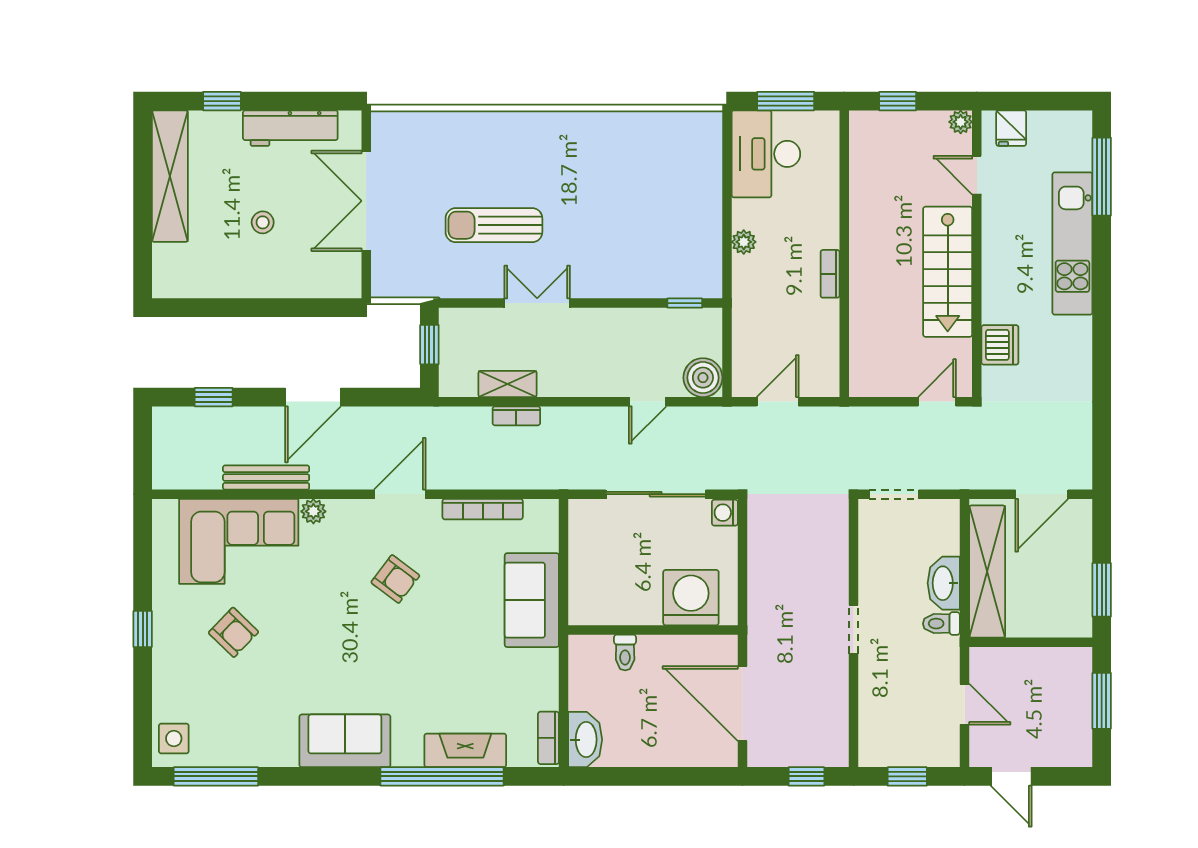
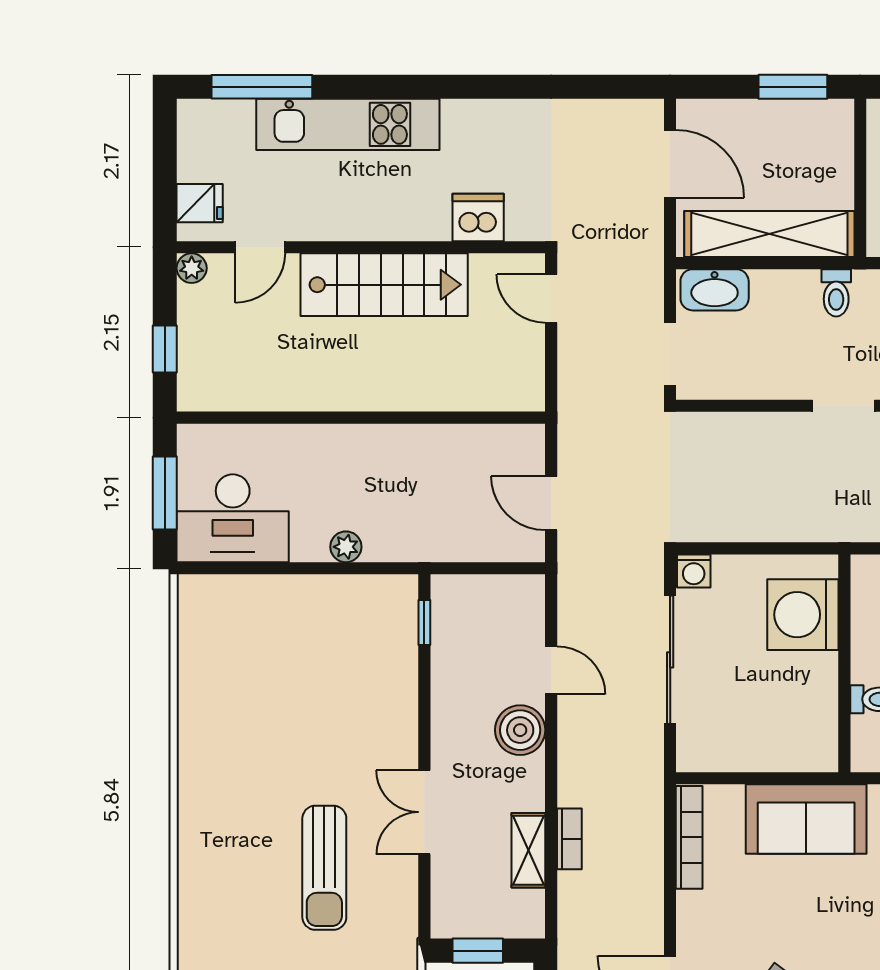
bookcase: (830, 274) -> (387, 436), removed
boiler: (703, 378) -> (520, 730), moved
bookcase: (483, 509) -> (689, 837), moved
washbasin: (944, 583) -> (715, 290), moved

